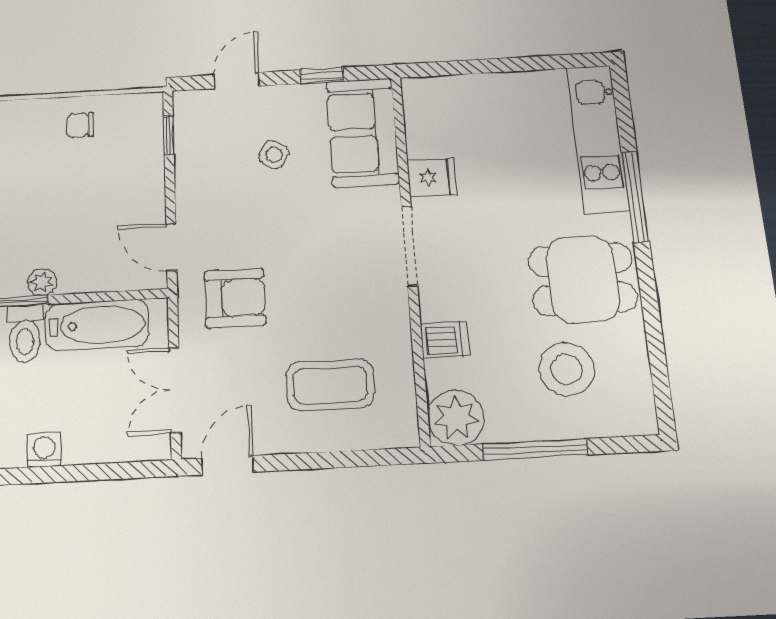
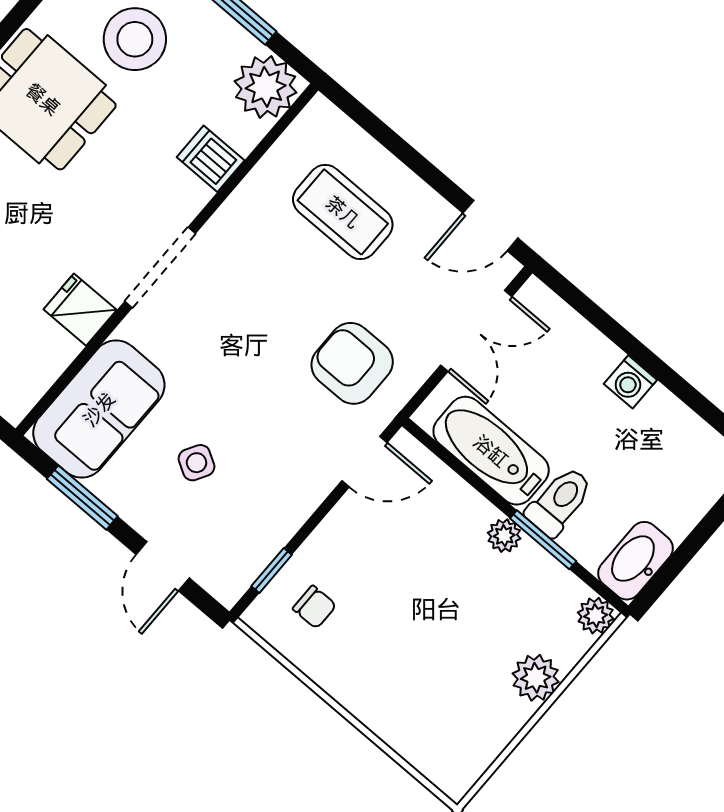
window: (322, 76) -> (82, 498), width x1.50
door: (236, 80) -> (163, 566), hinge flipped
chair: (80, 125) -> (315, 607), moved
door: (171, 247) -> (364, 462), hinge flipped

